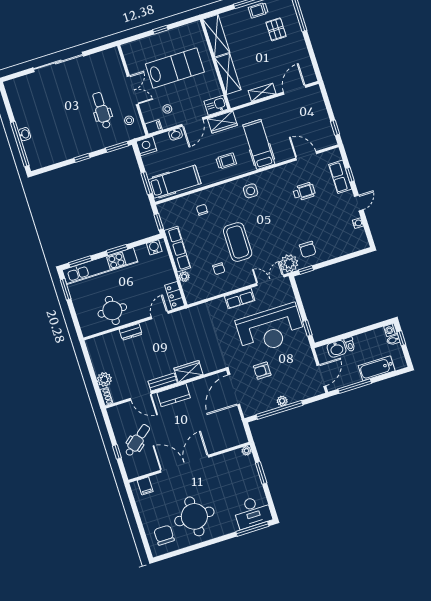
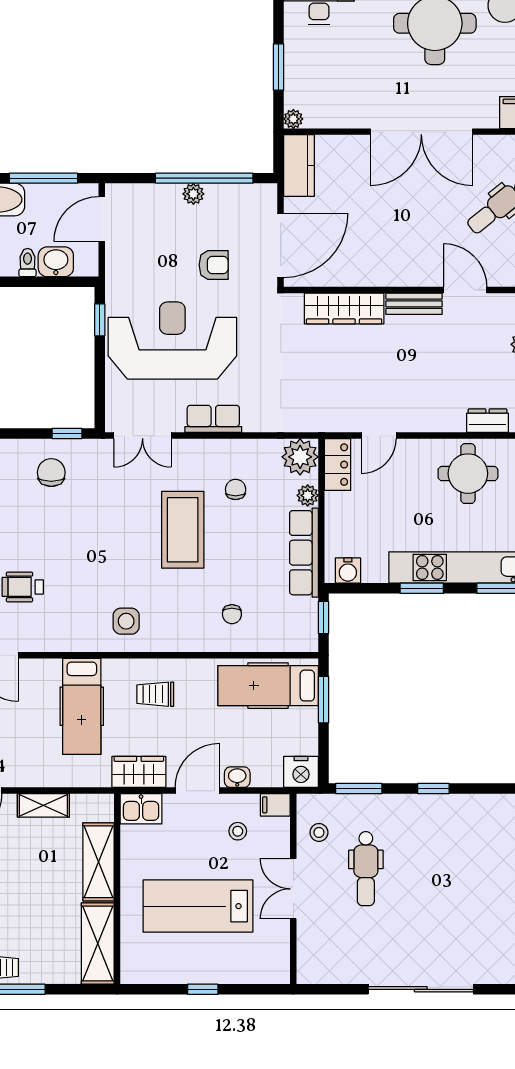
plant: (289, 263) -> (300, 457), moved
dresser: (131, 332) -> (488, 421), moved
wardrobe: (188, 371) -> (344, 308), width x1.50
kitchen counter: (174, 395) -> (299, 166), moved, turned 90

